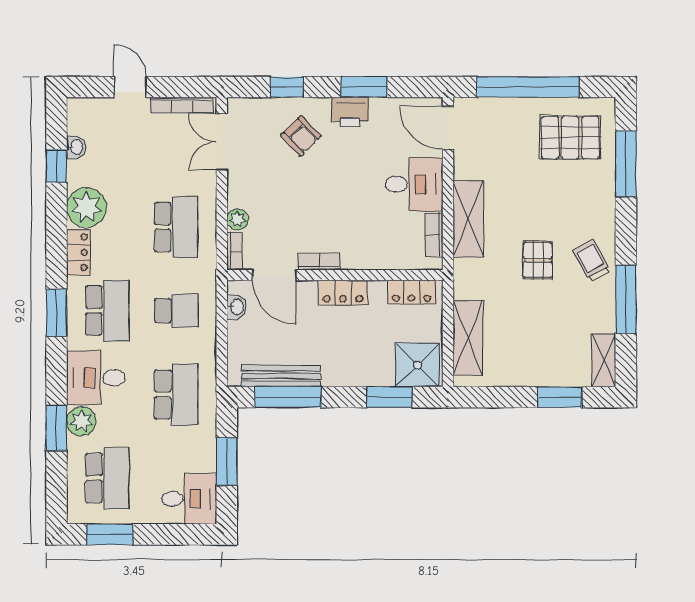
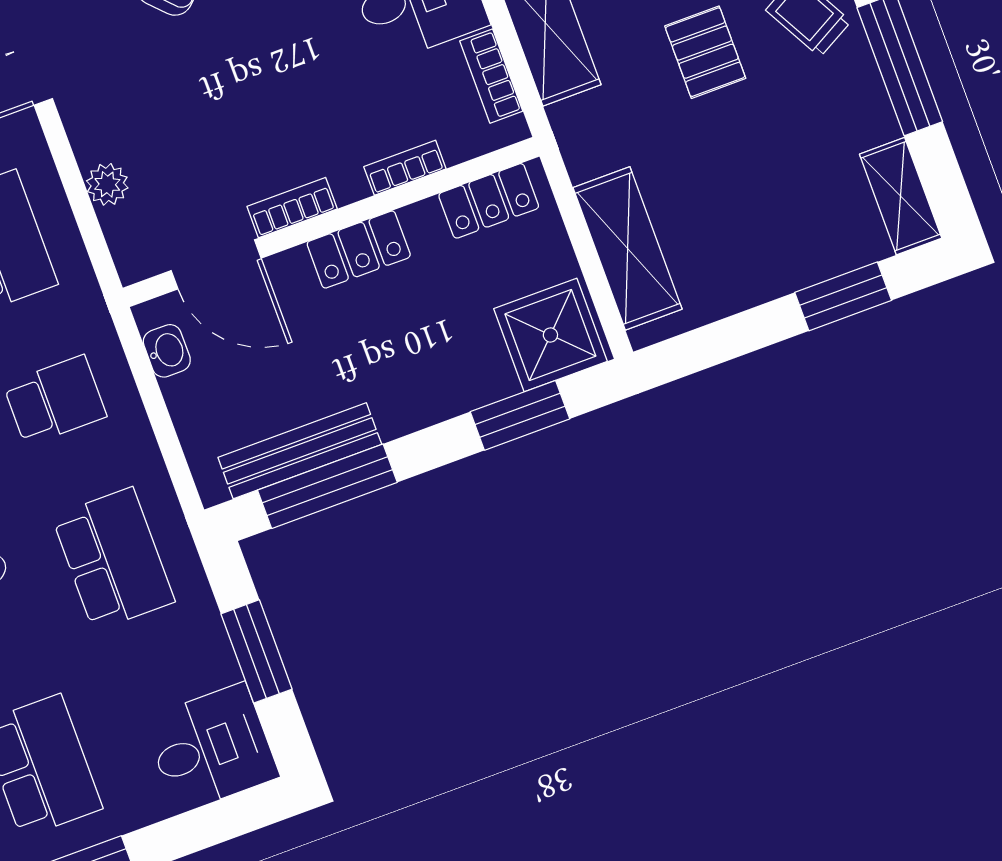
bookcase: (234, 251) -> (405, 168), moved, turned -90

